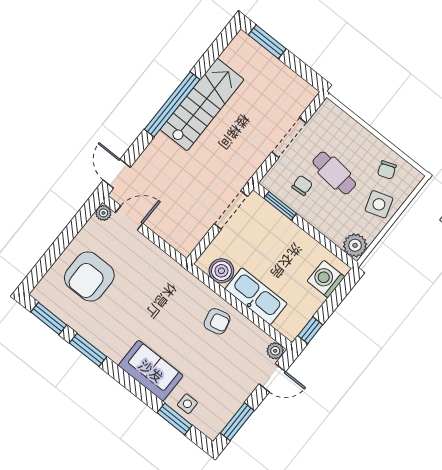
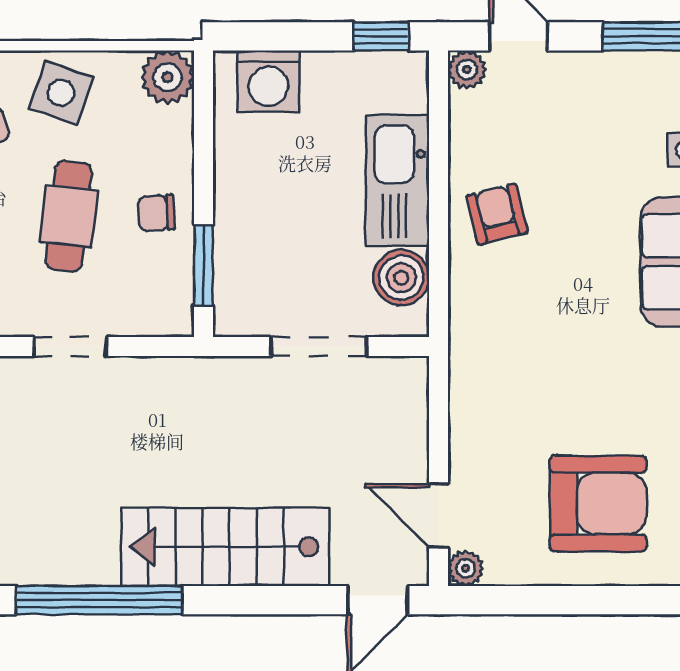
window: (172, 104) -> (99, 600), moved
stairs: (202, 105) -> (225, 547), moved
doorway: (289, 138) -> (70, 346), width x0.73
chair: (302, 185) -> (156, 213), moved
side table: (379, 204) -> (61, 93), turned 37
doorway: (231, 210) -> (319, 346), moved

